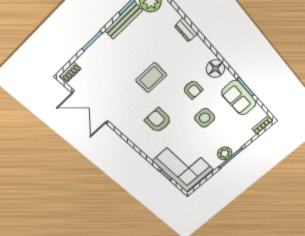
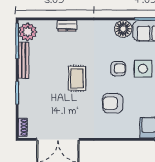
floor lamp: (215, 69) -> (123, 29), moved
armchair: (193, 89) -> (118, 69), moved

